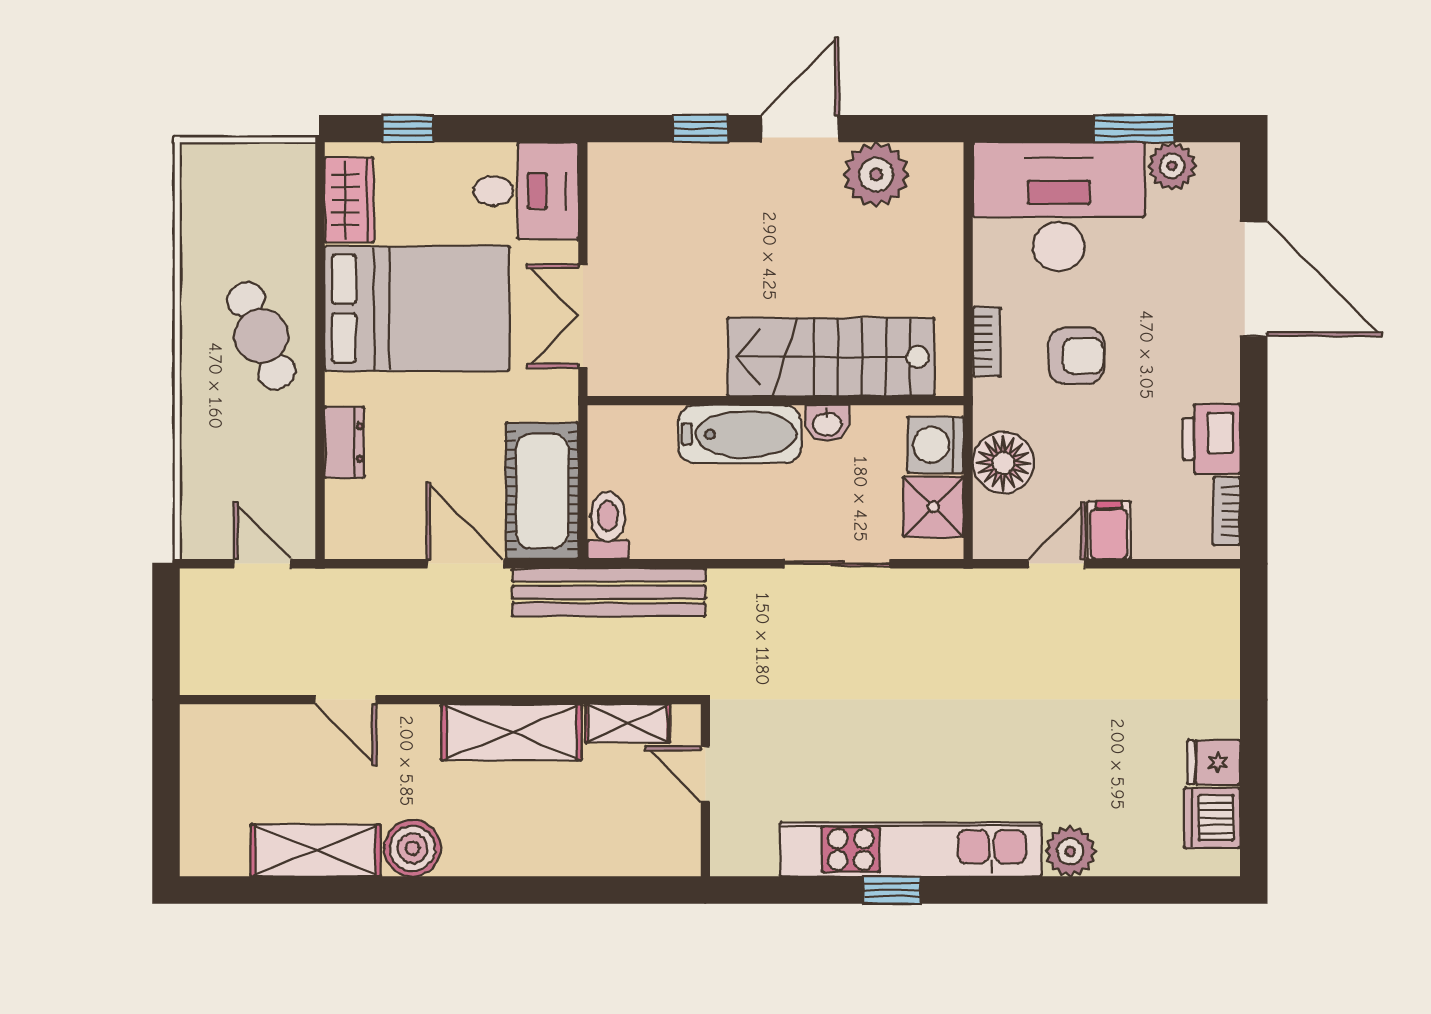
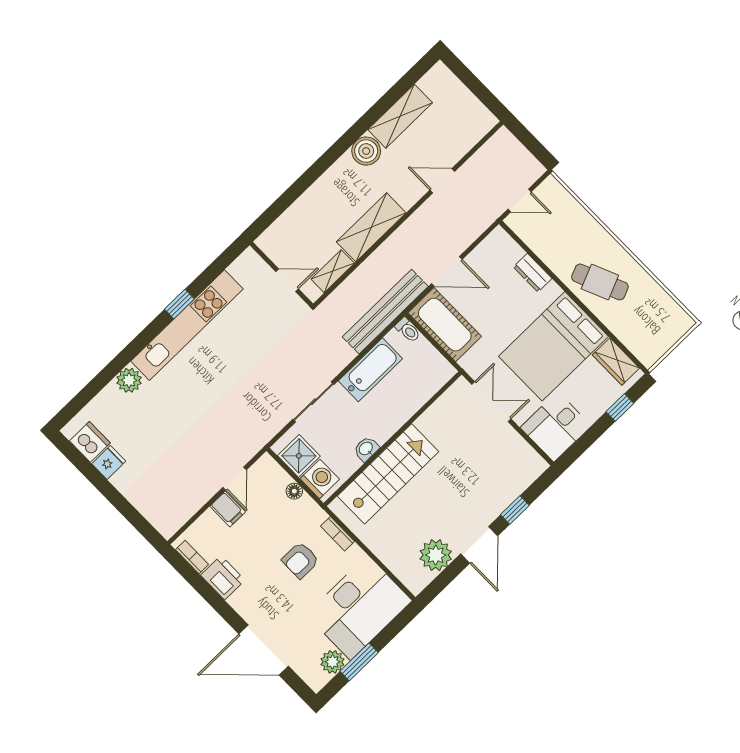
bathtub: (740, 434) -> (370, 370), moved, turned 180
floor lamp: (1003, 463) -> (294, 491), width x0.53, depth x0.53
toilet: (608, 525) -> (408, 330), width x0.73, depth x0.72

